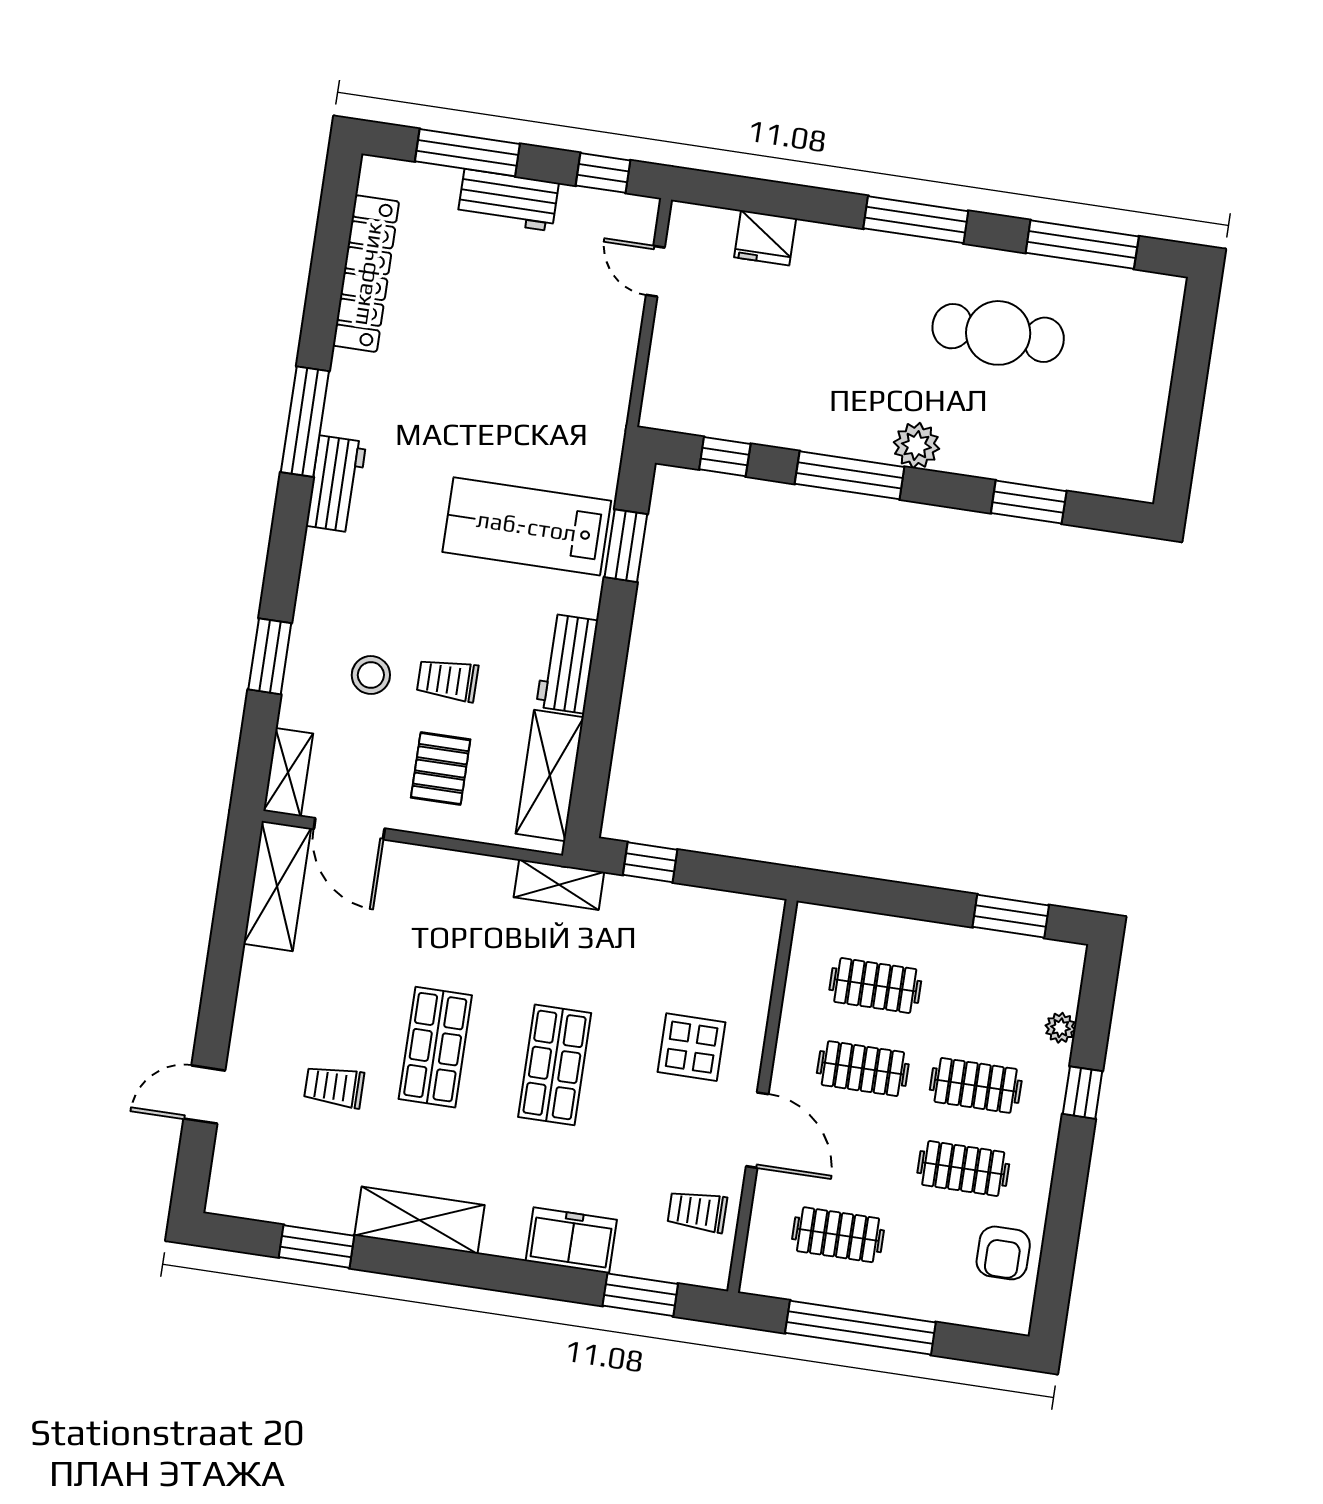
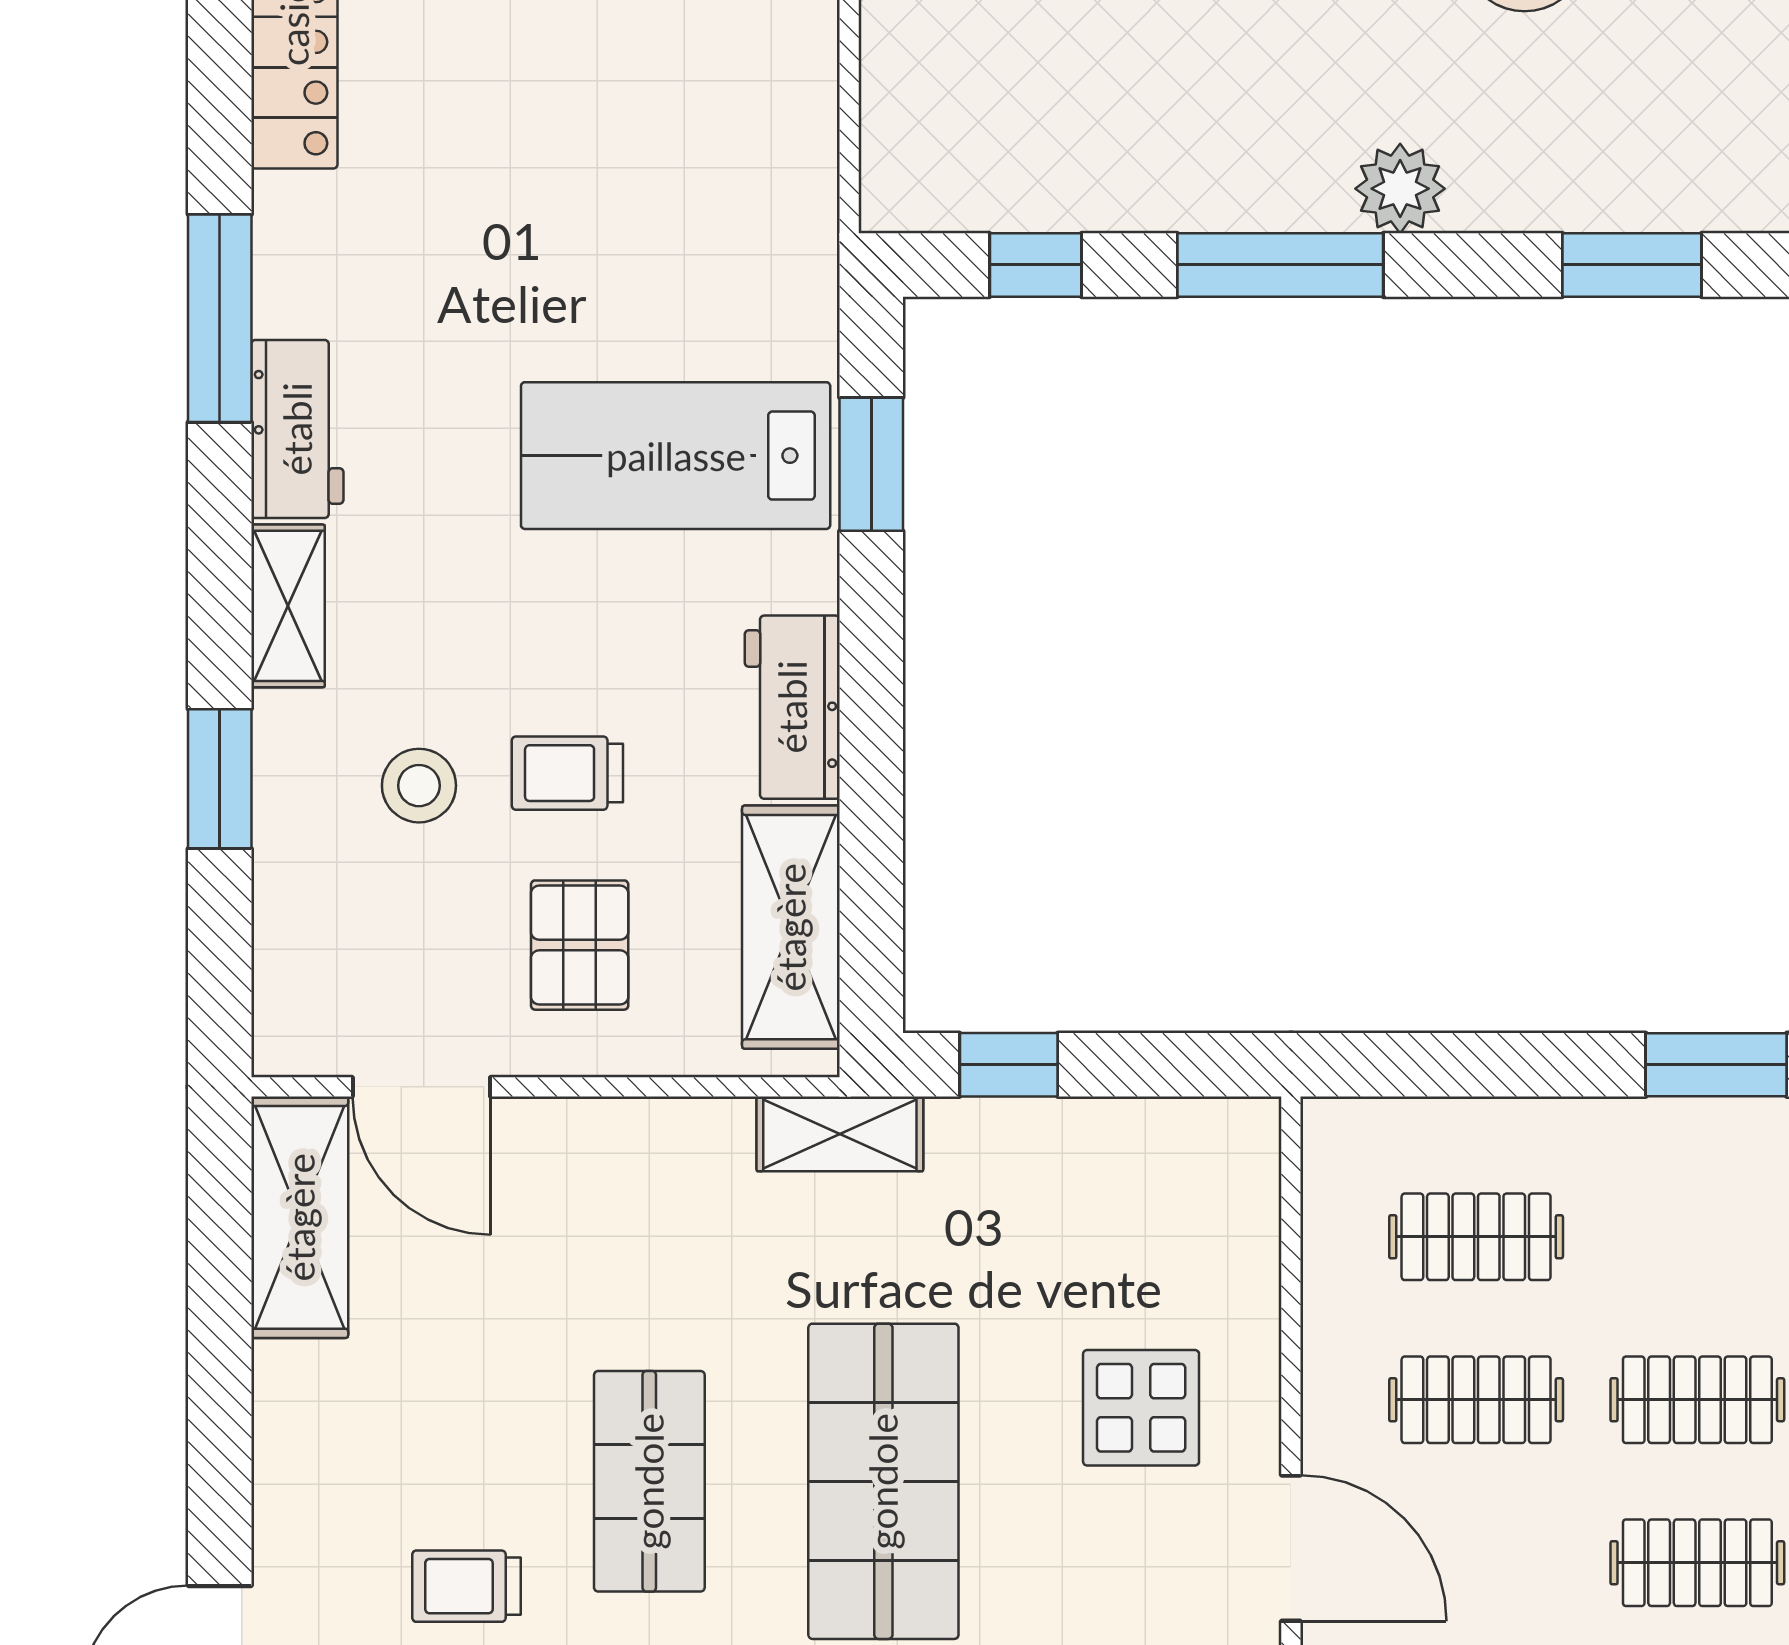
shelving: (288, 772) -> (288, 606), moved
shop shelf: (555, 1065) -> (883, 1481), width x1.43, depth x1.36

